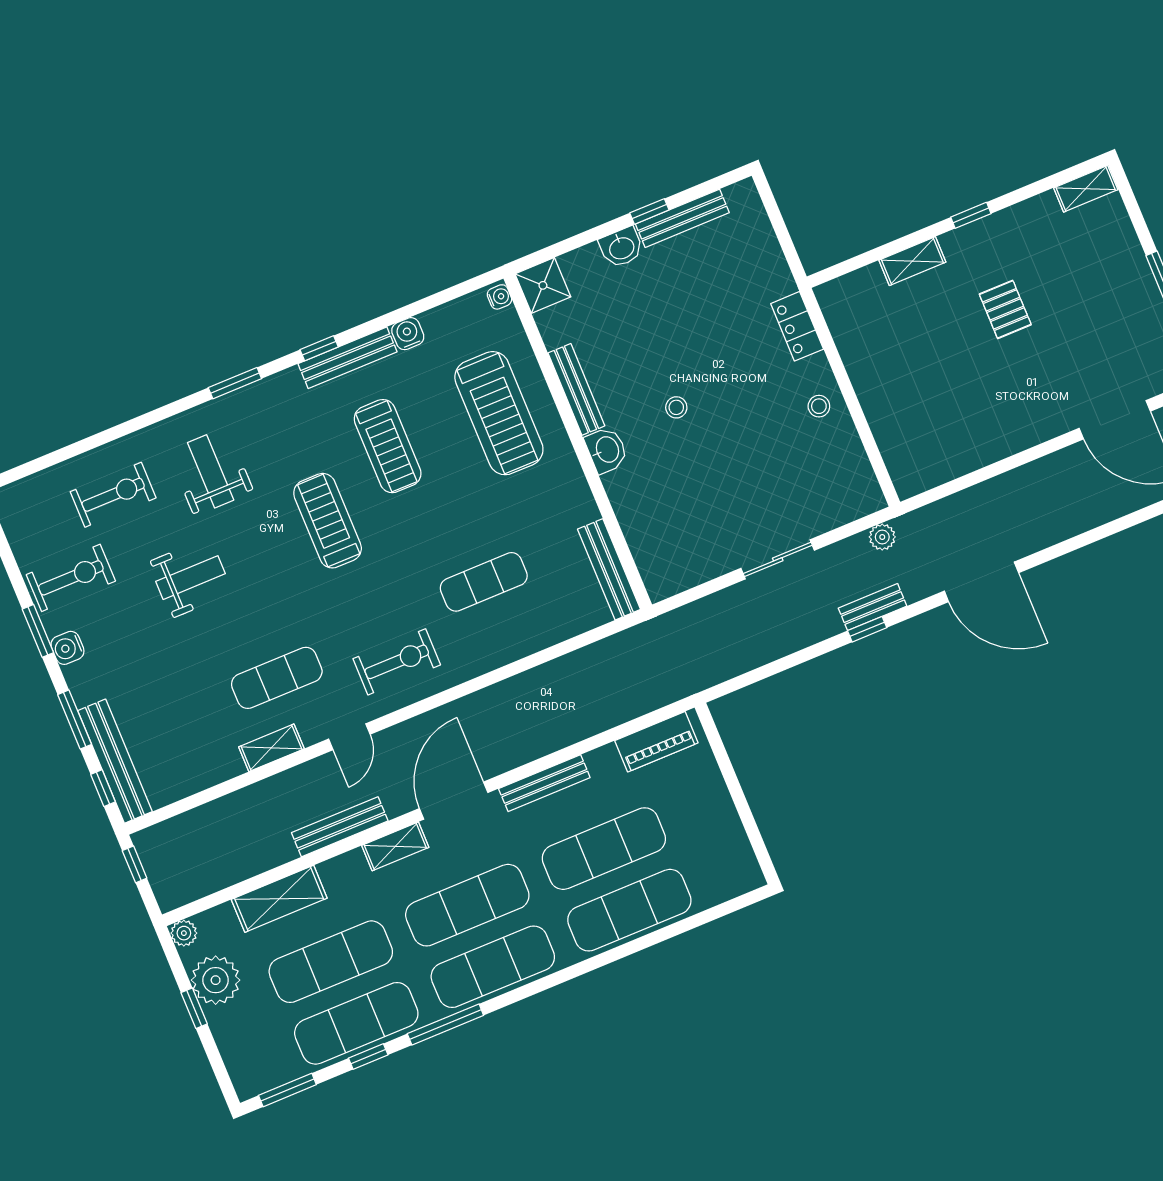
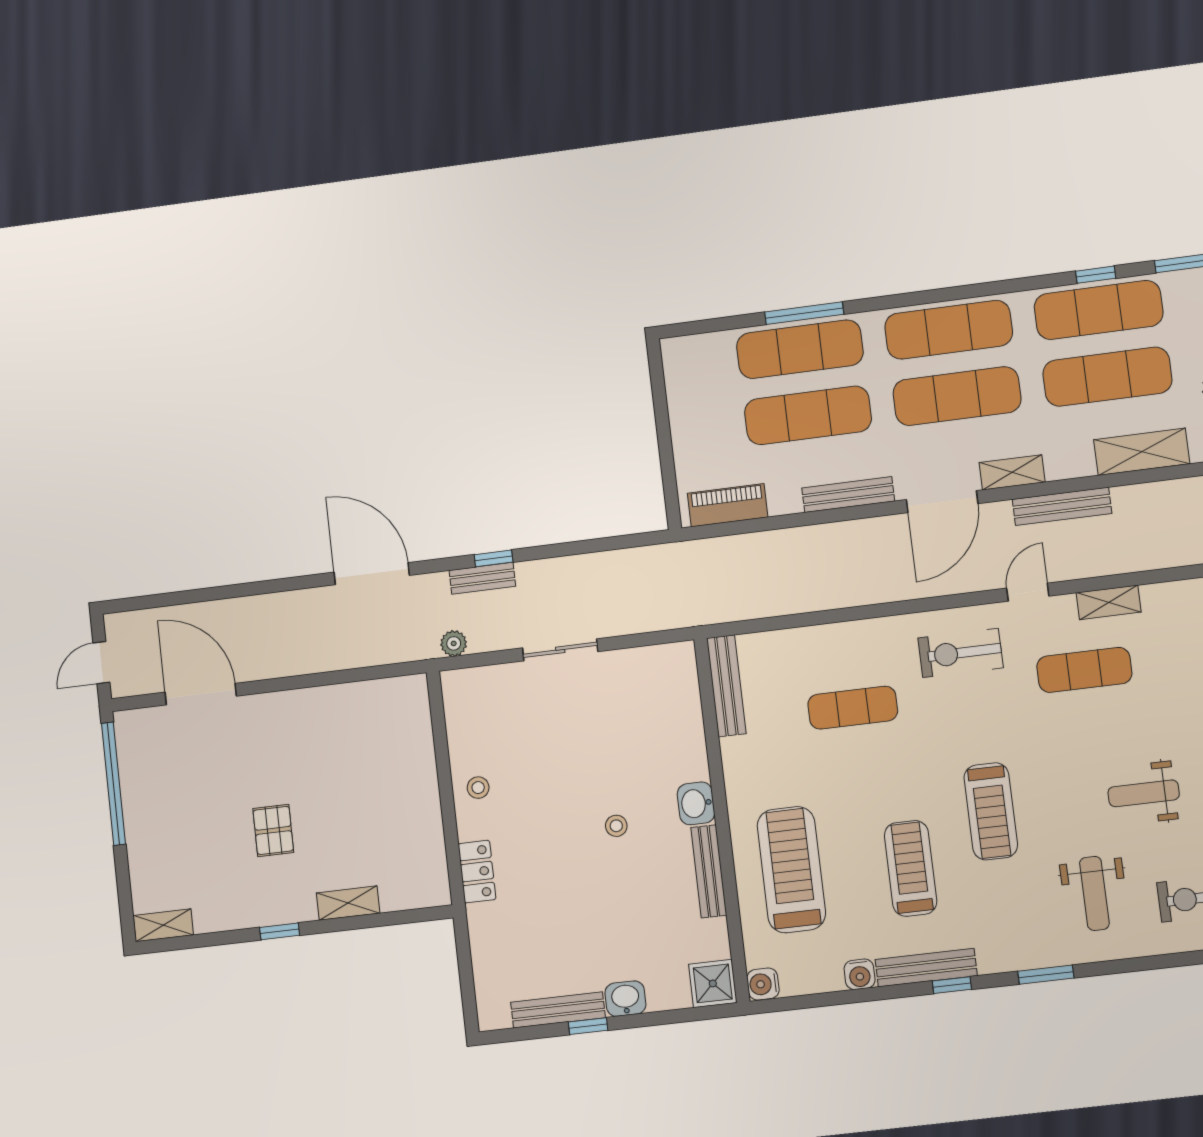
water cooler: (499, 297) -> (763, 984), width x1.38, depth x1.38
window: (445, 1025) -> (804, 313), moved

